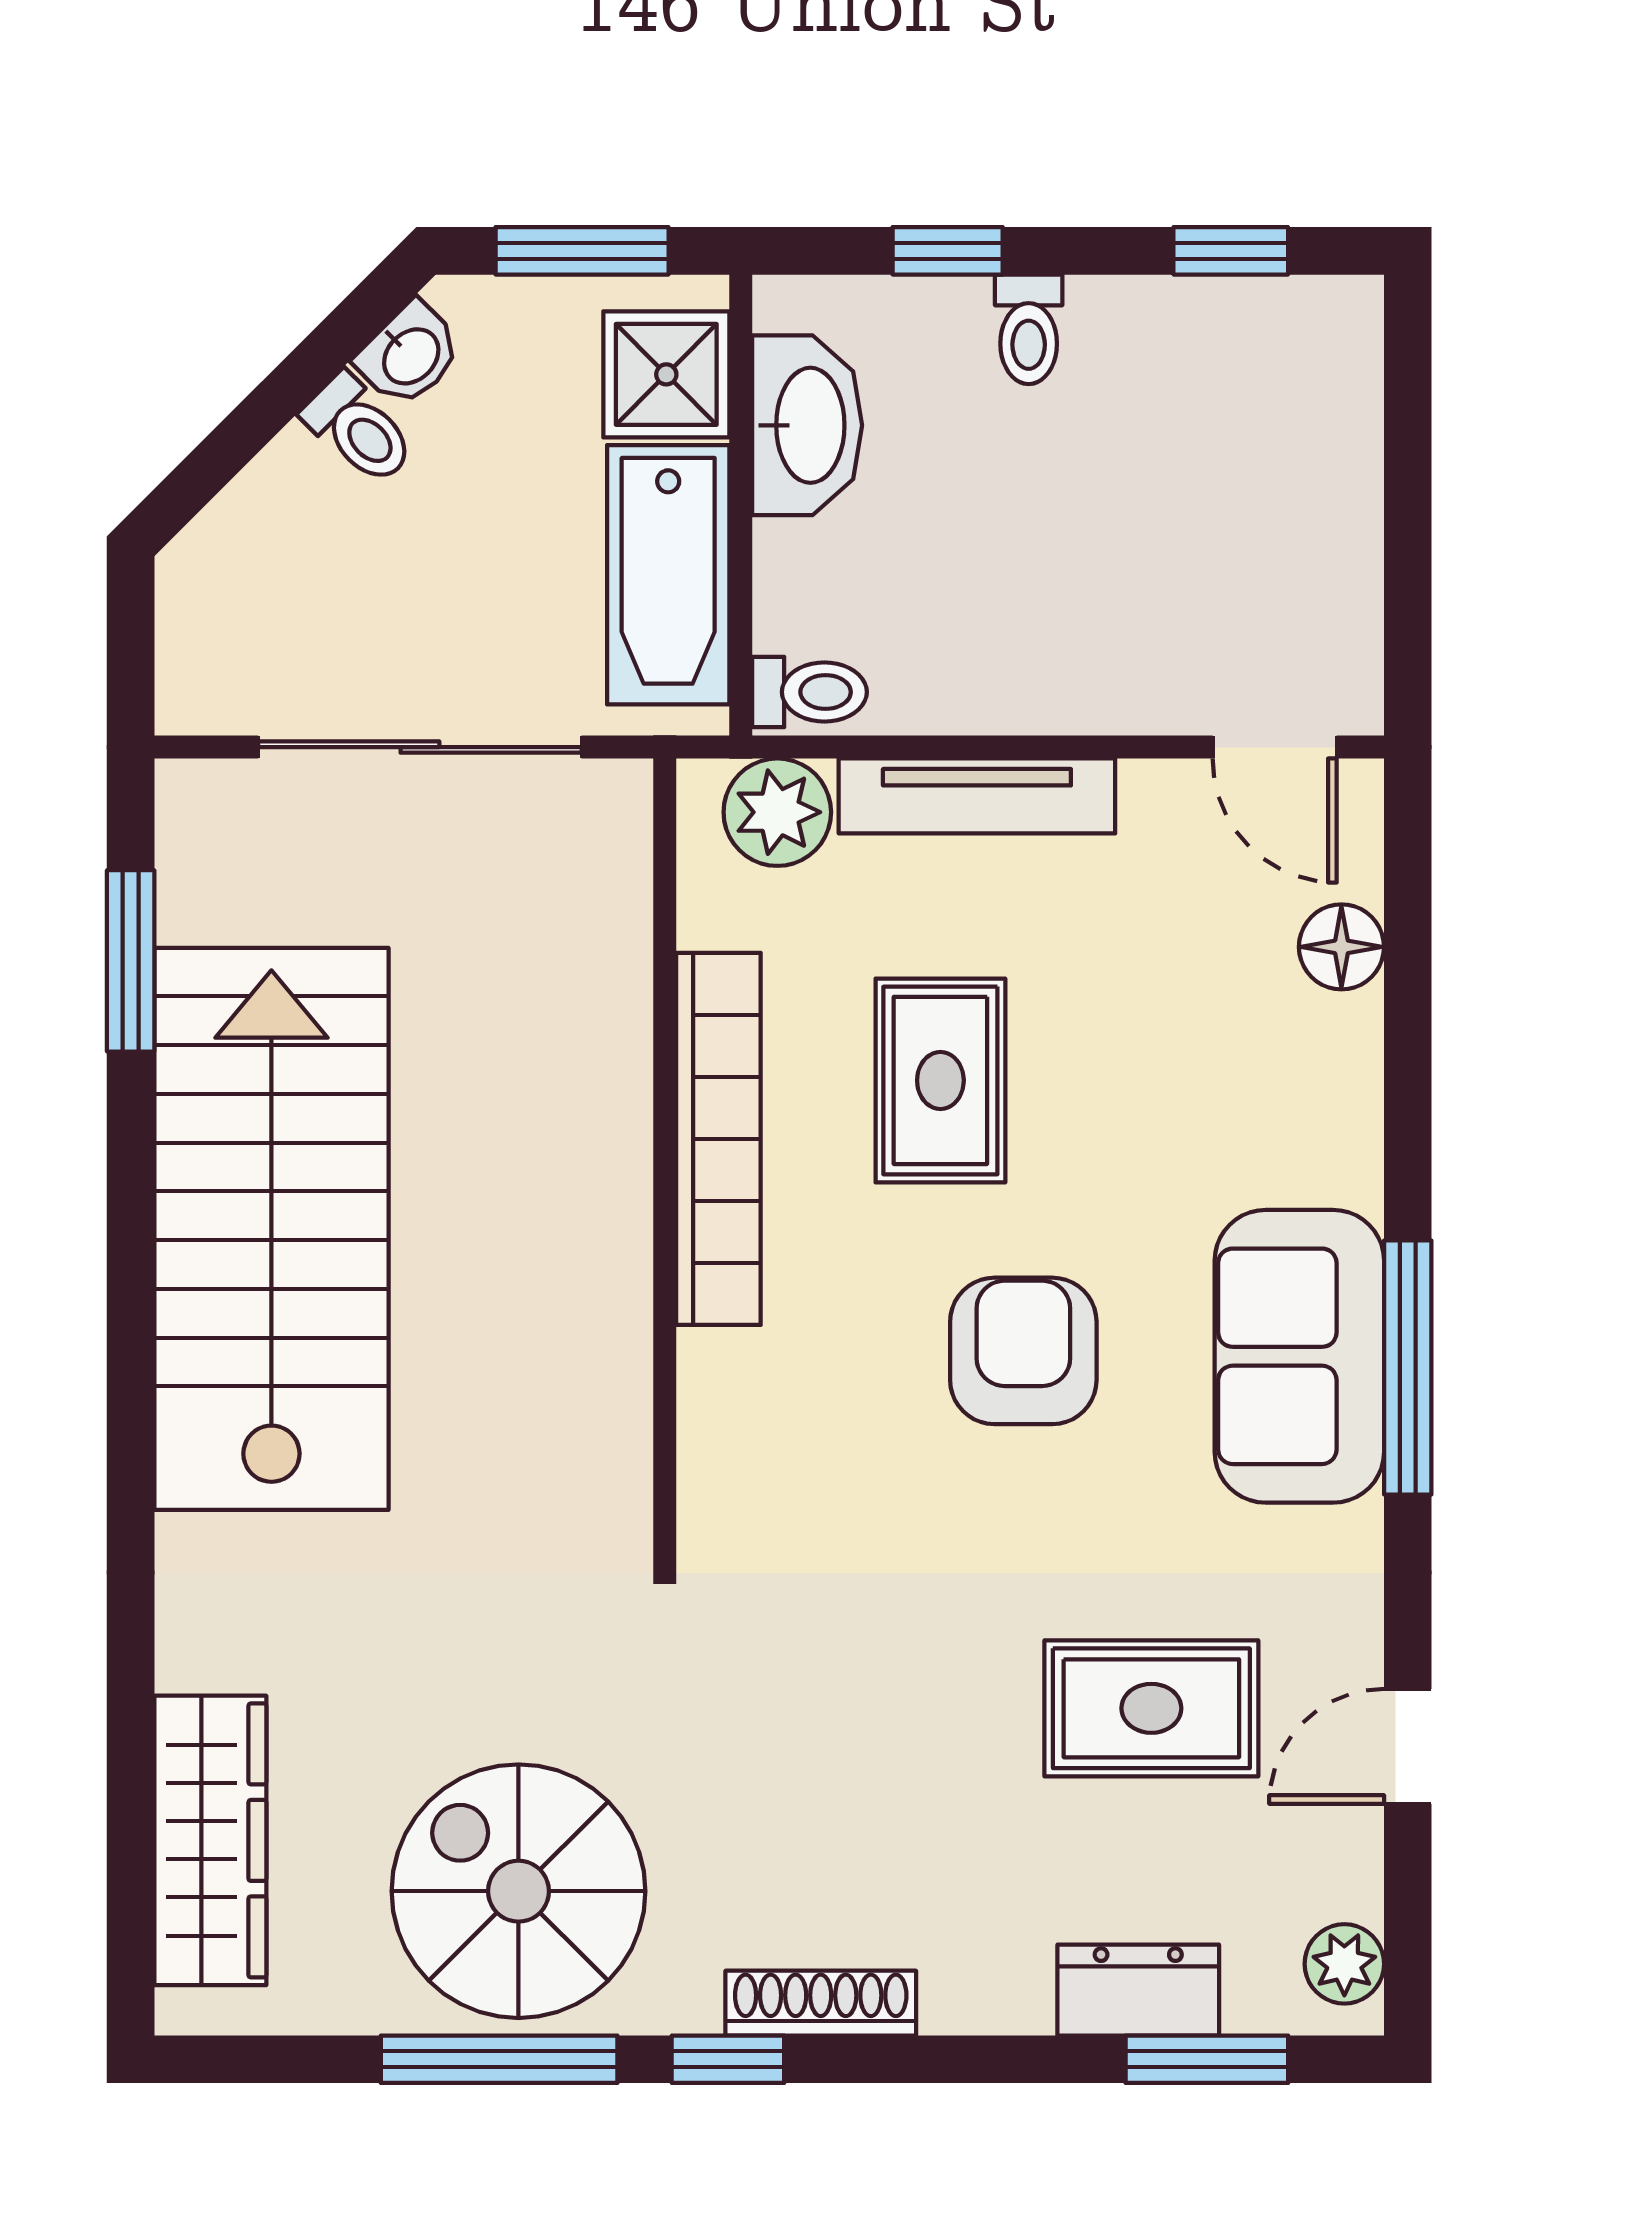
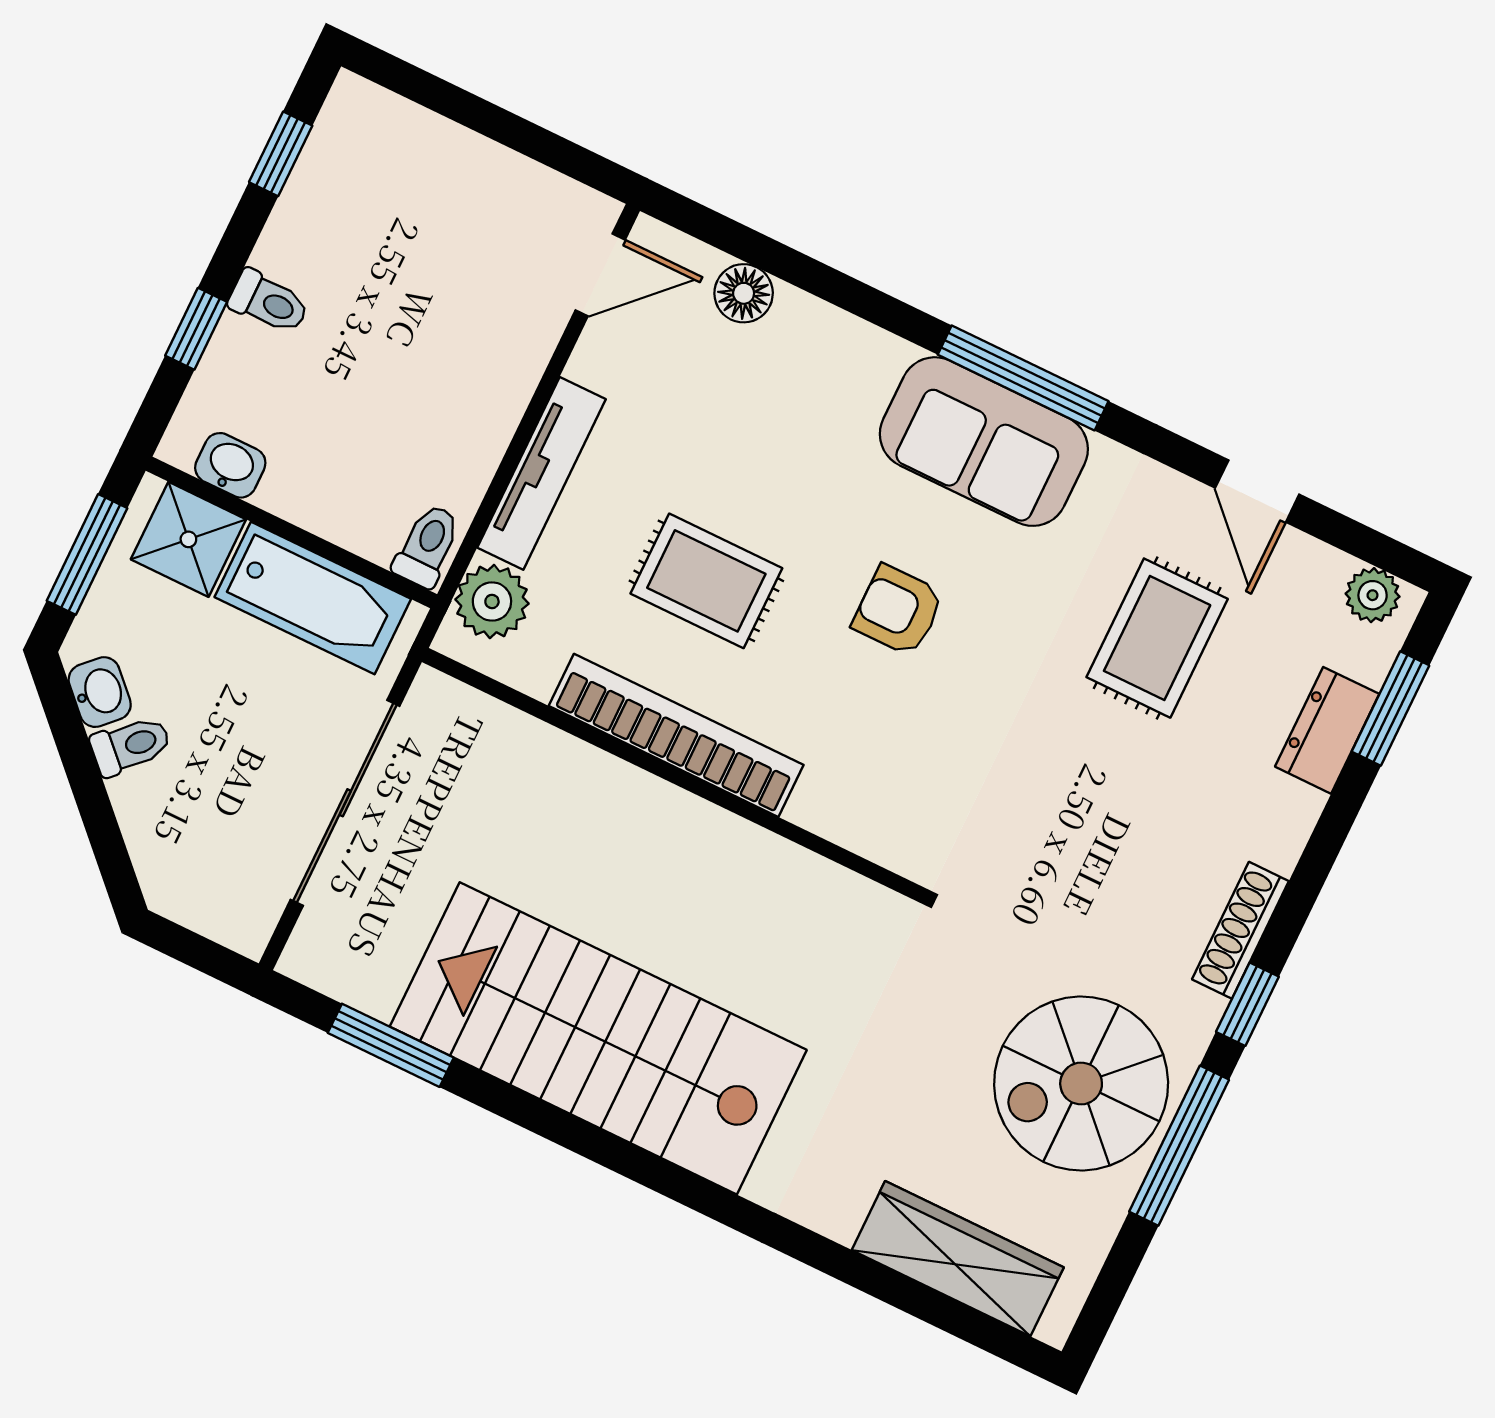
washbasin: (807, 425) -> (230, 465), width x0.52, depth x0.69
armchair: (1023, 1351) -> (898, 610), width x0.72, depth x0.72

